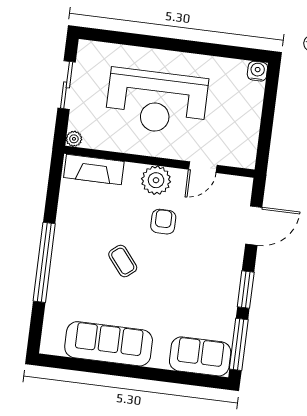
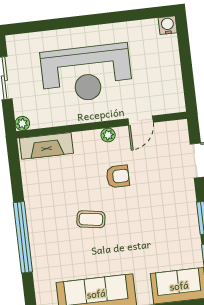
plant: (156, 180) -> (108, 135), width x0.53, depth x0.53
armchair: (163, 222) -> (118, 176), turned 90
coffee table: (123, 261) -> (91, 219), turned -42

